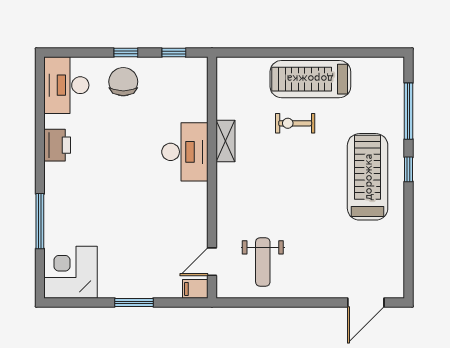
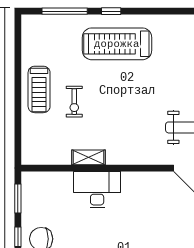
window: (174, 53) -> (18, 198), width x1.50
treadmill: (310, 79) -> (39, 89), width x0.73, depth x0.73

